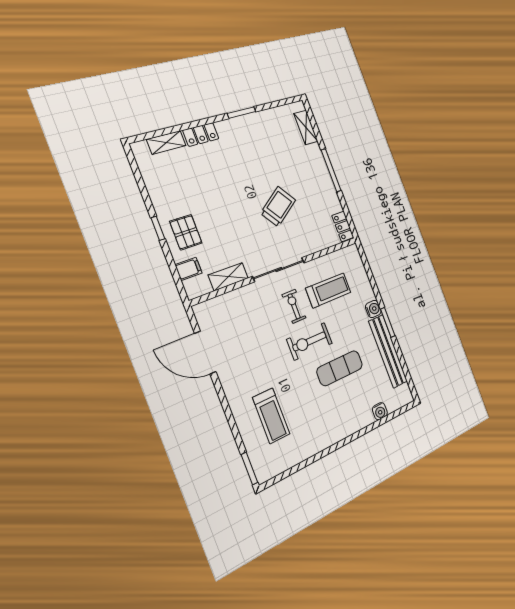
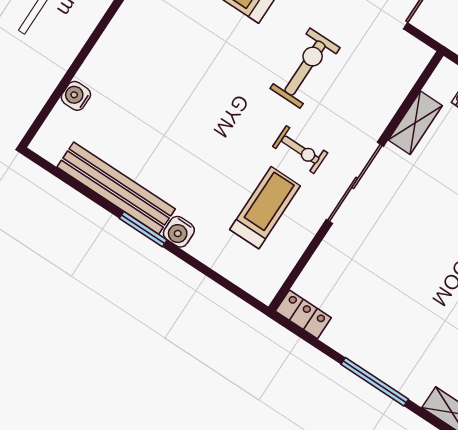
trolley: (278, 207) -> (414, 267), removed
treadmill: (328, 290) -> (265, 208), turned 180
exercise bike: (310, 341) -> (305, 68), moved
exercise mat: (340, 368) -> (178, 113), removed

